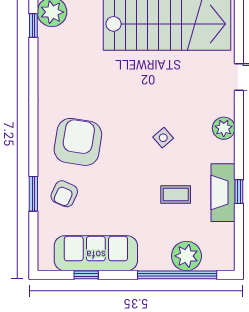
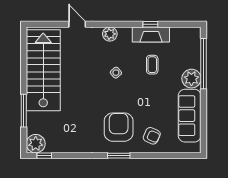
armchair: (78, 142) -> (119, 127), turned 81
window: (33, 194) -> (119, 156), moved
plant: (186, 256) -> (191, 79), moved
window: (86, 275) -> (204, 122), removed

